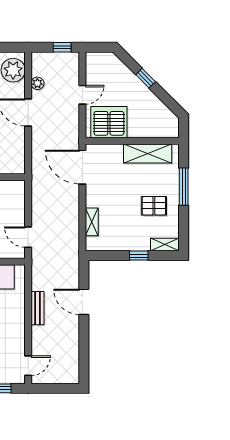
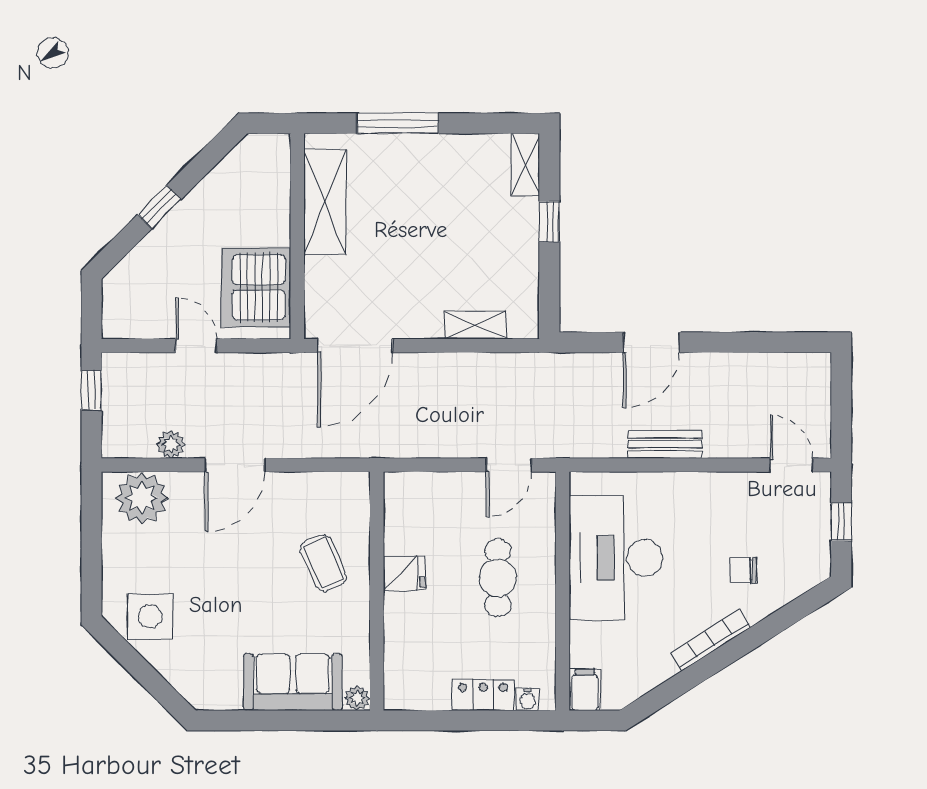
pallet: (154, 206) -> (440, 188), removed

